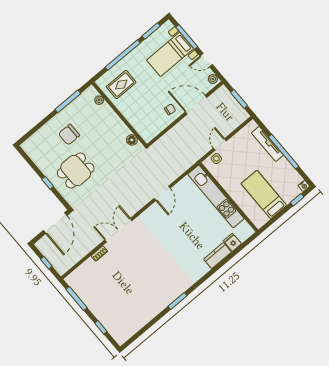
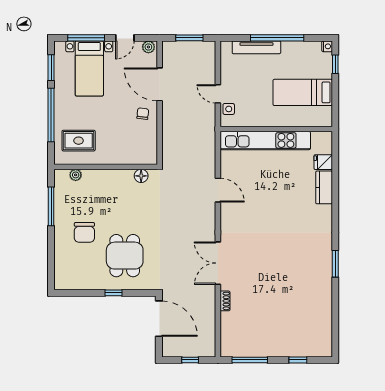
rug: (121, 85) -> (79, 141), turned 90
door: (196, 105) -> (160, 84), hinge flipped

